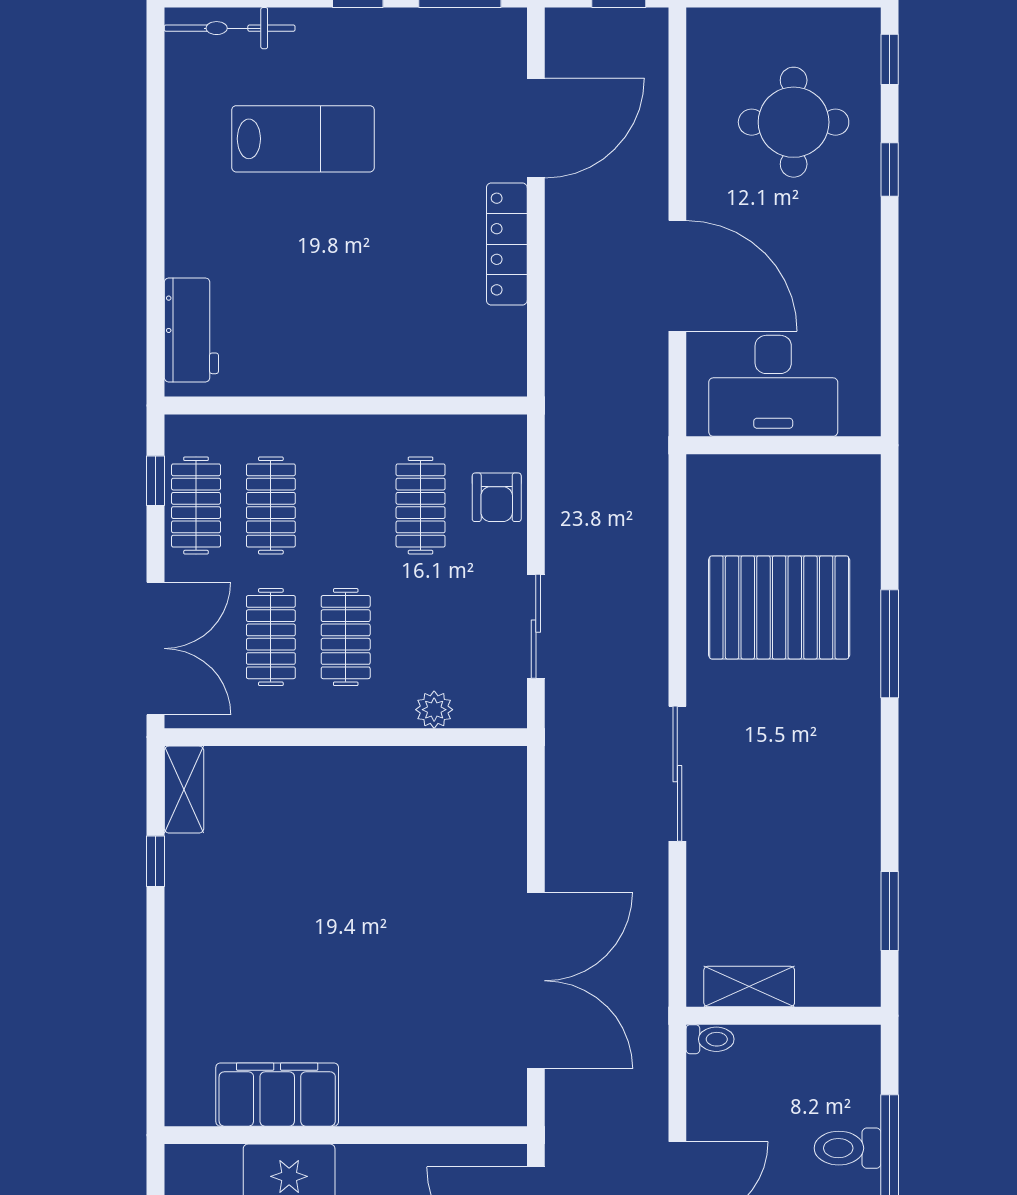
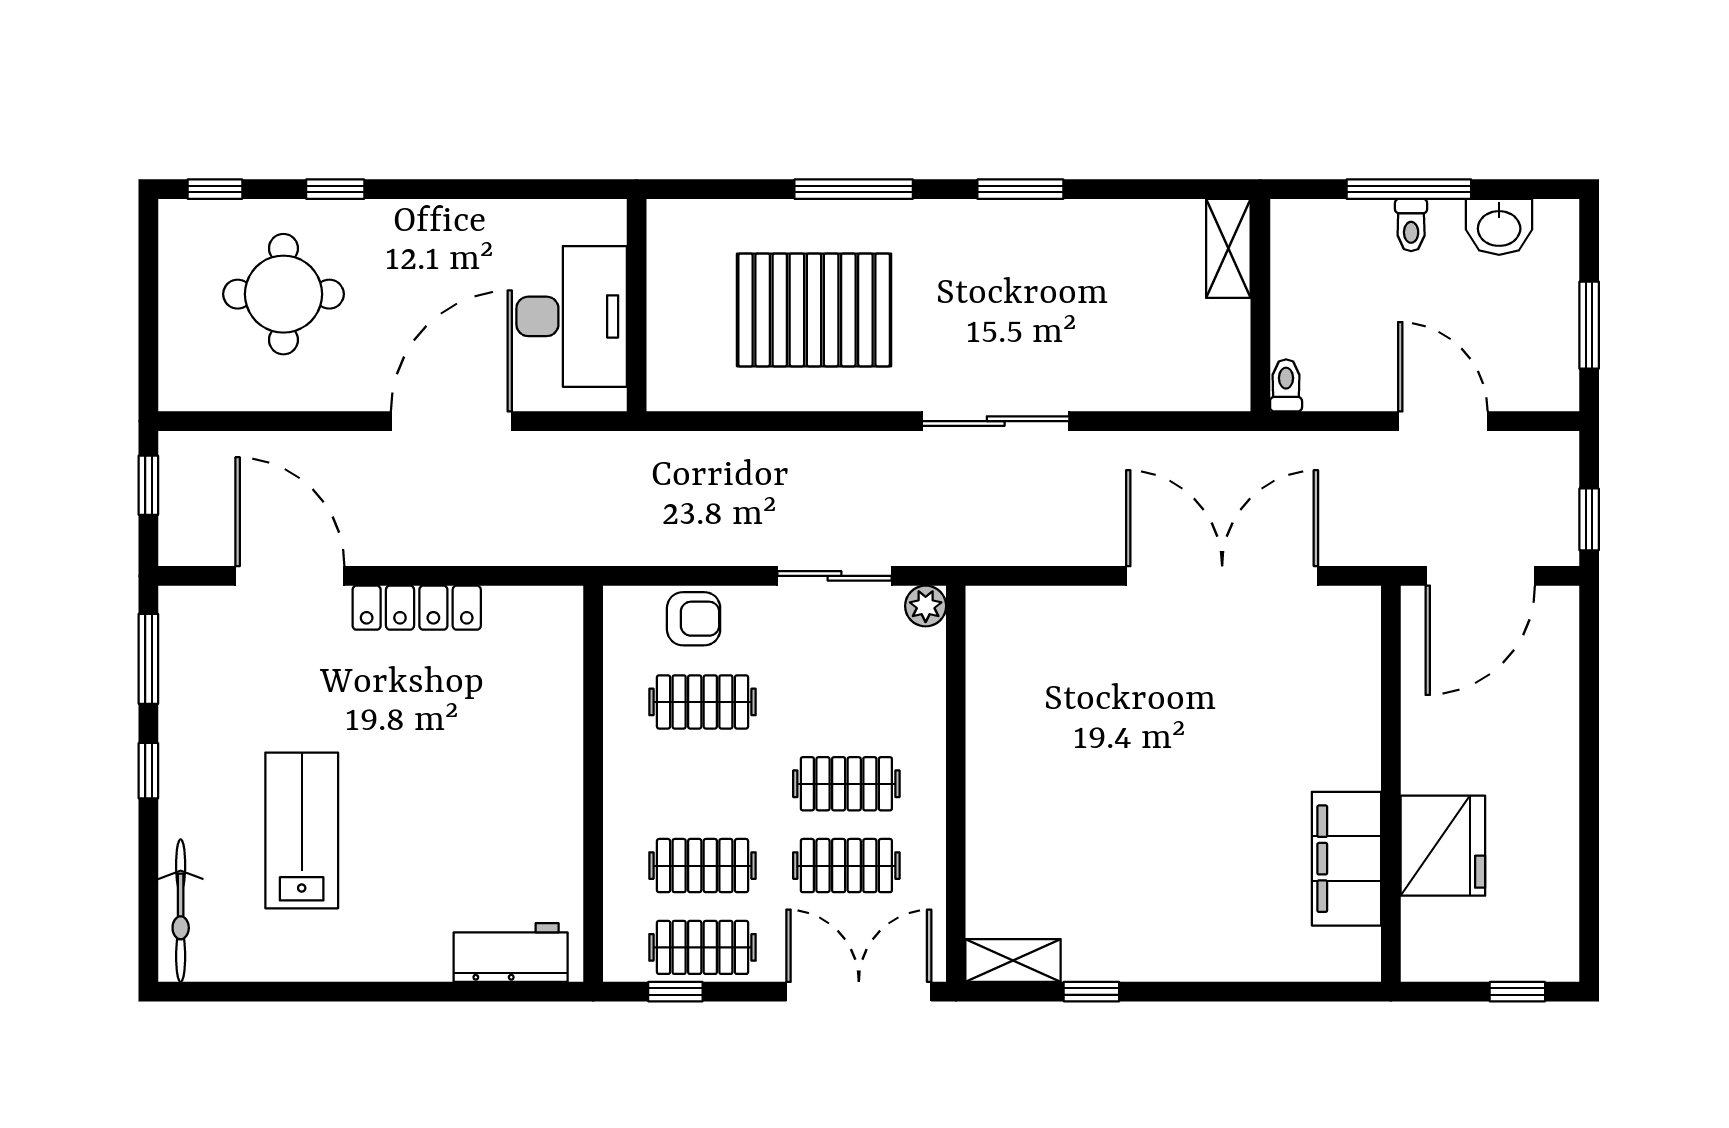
pallet: (779, 607) -> (814, 310), turned 90
plant: (434, 710) -> (926, 606), moved
window: (890, 911) -> (1020, 189), moved
shelving: (749, 986) -> (1228, 248), moved
toilet: (848, 1148) -> (1411, 225), width x0.73, depth x0.72

